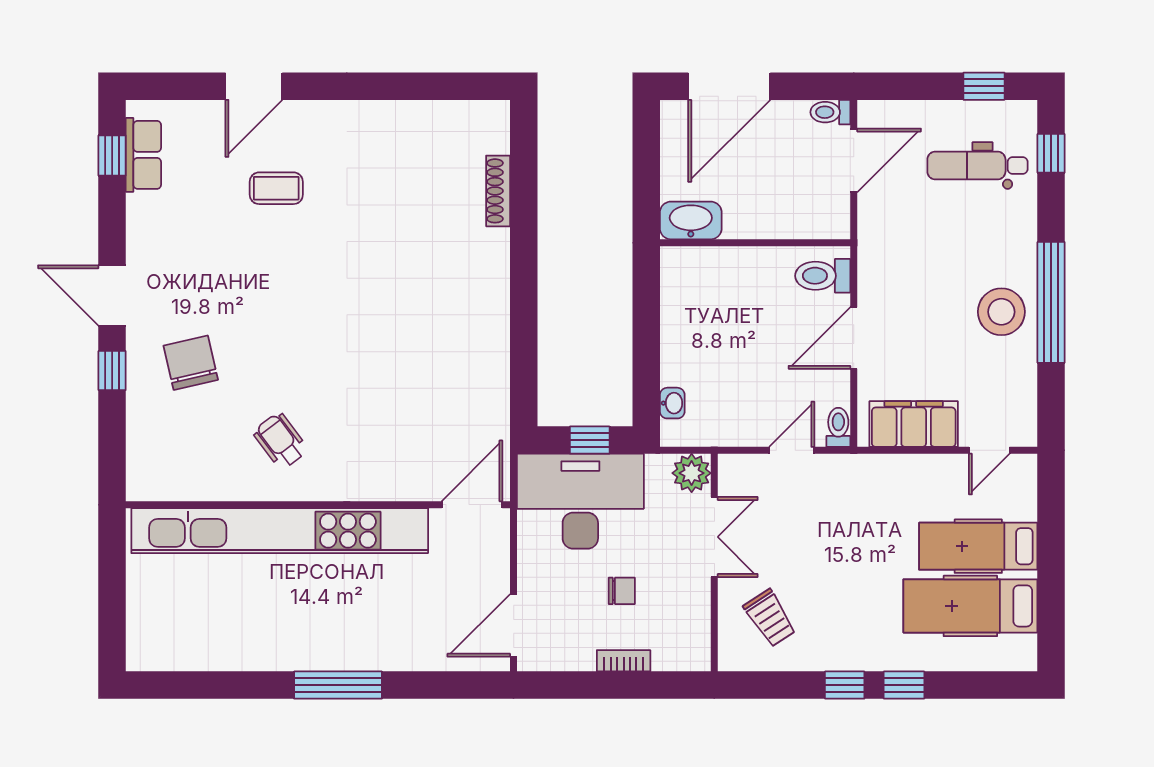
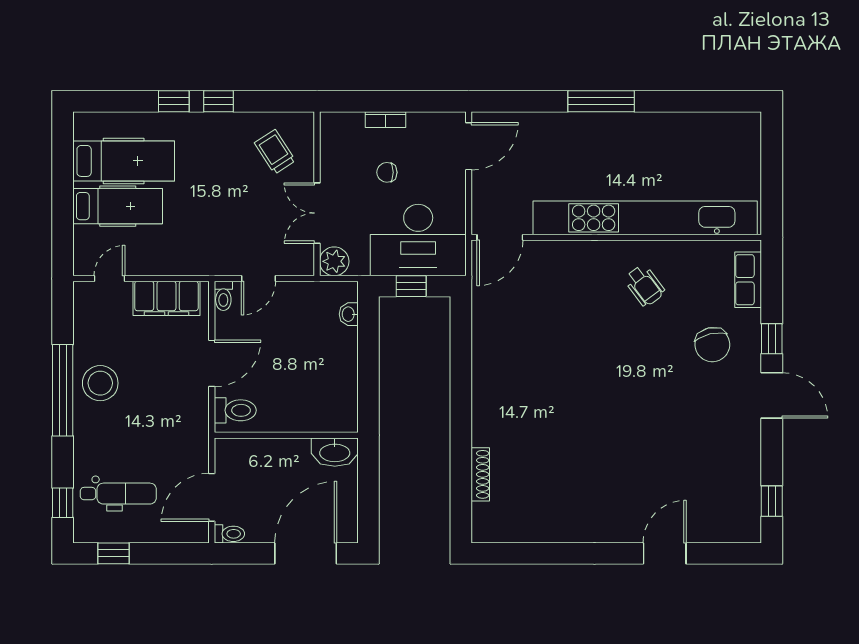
row of seats: (143, 155) -> (748, 280), moved
coffee table: (276, 188) -> (648, 476), removed

